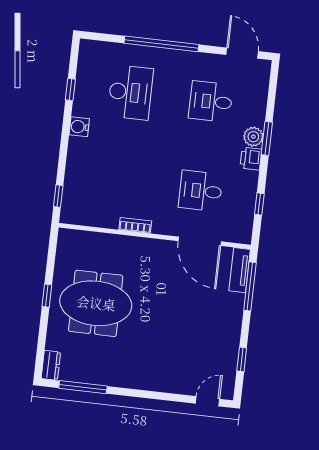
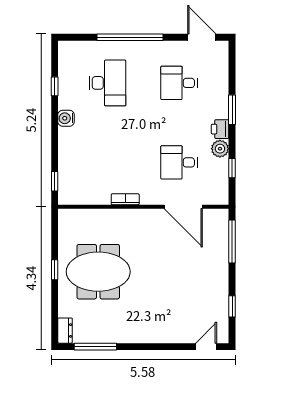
plant: (253, 137) -> (220, 149), moved
tv unit: (240, 270) -> (221, 228), removed

